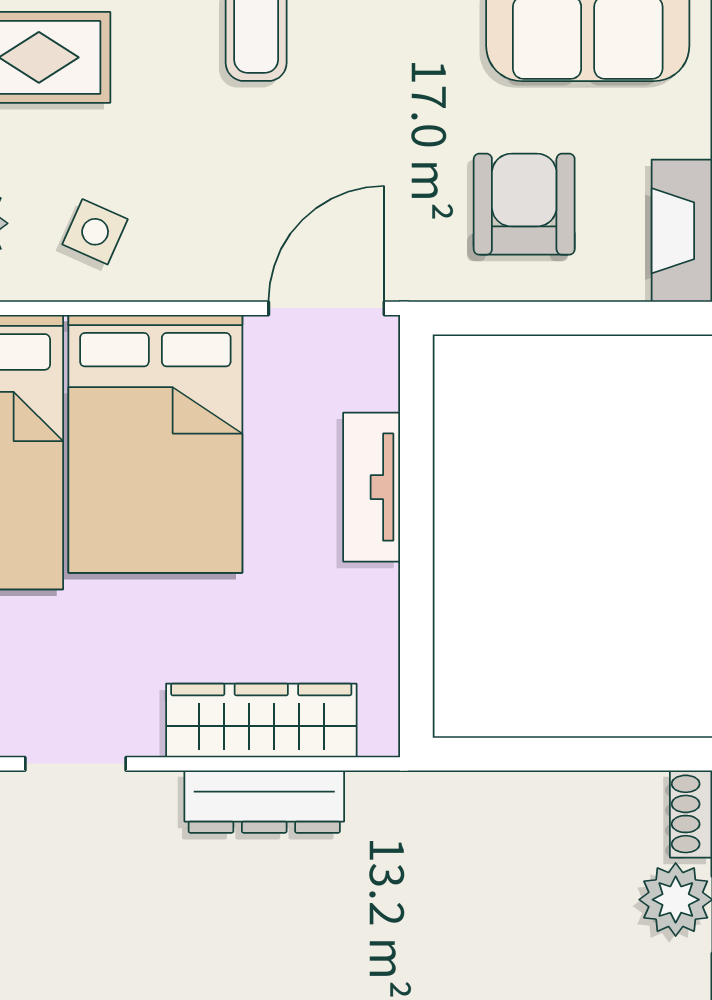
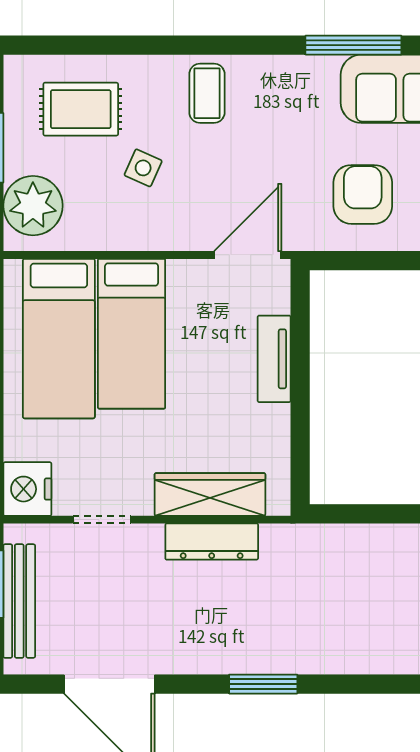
side table: (95, 232) -> (143, 168), moved
bed: (155, 444) -> (132, 334), width x0.67

